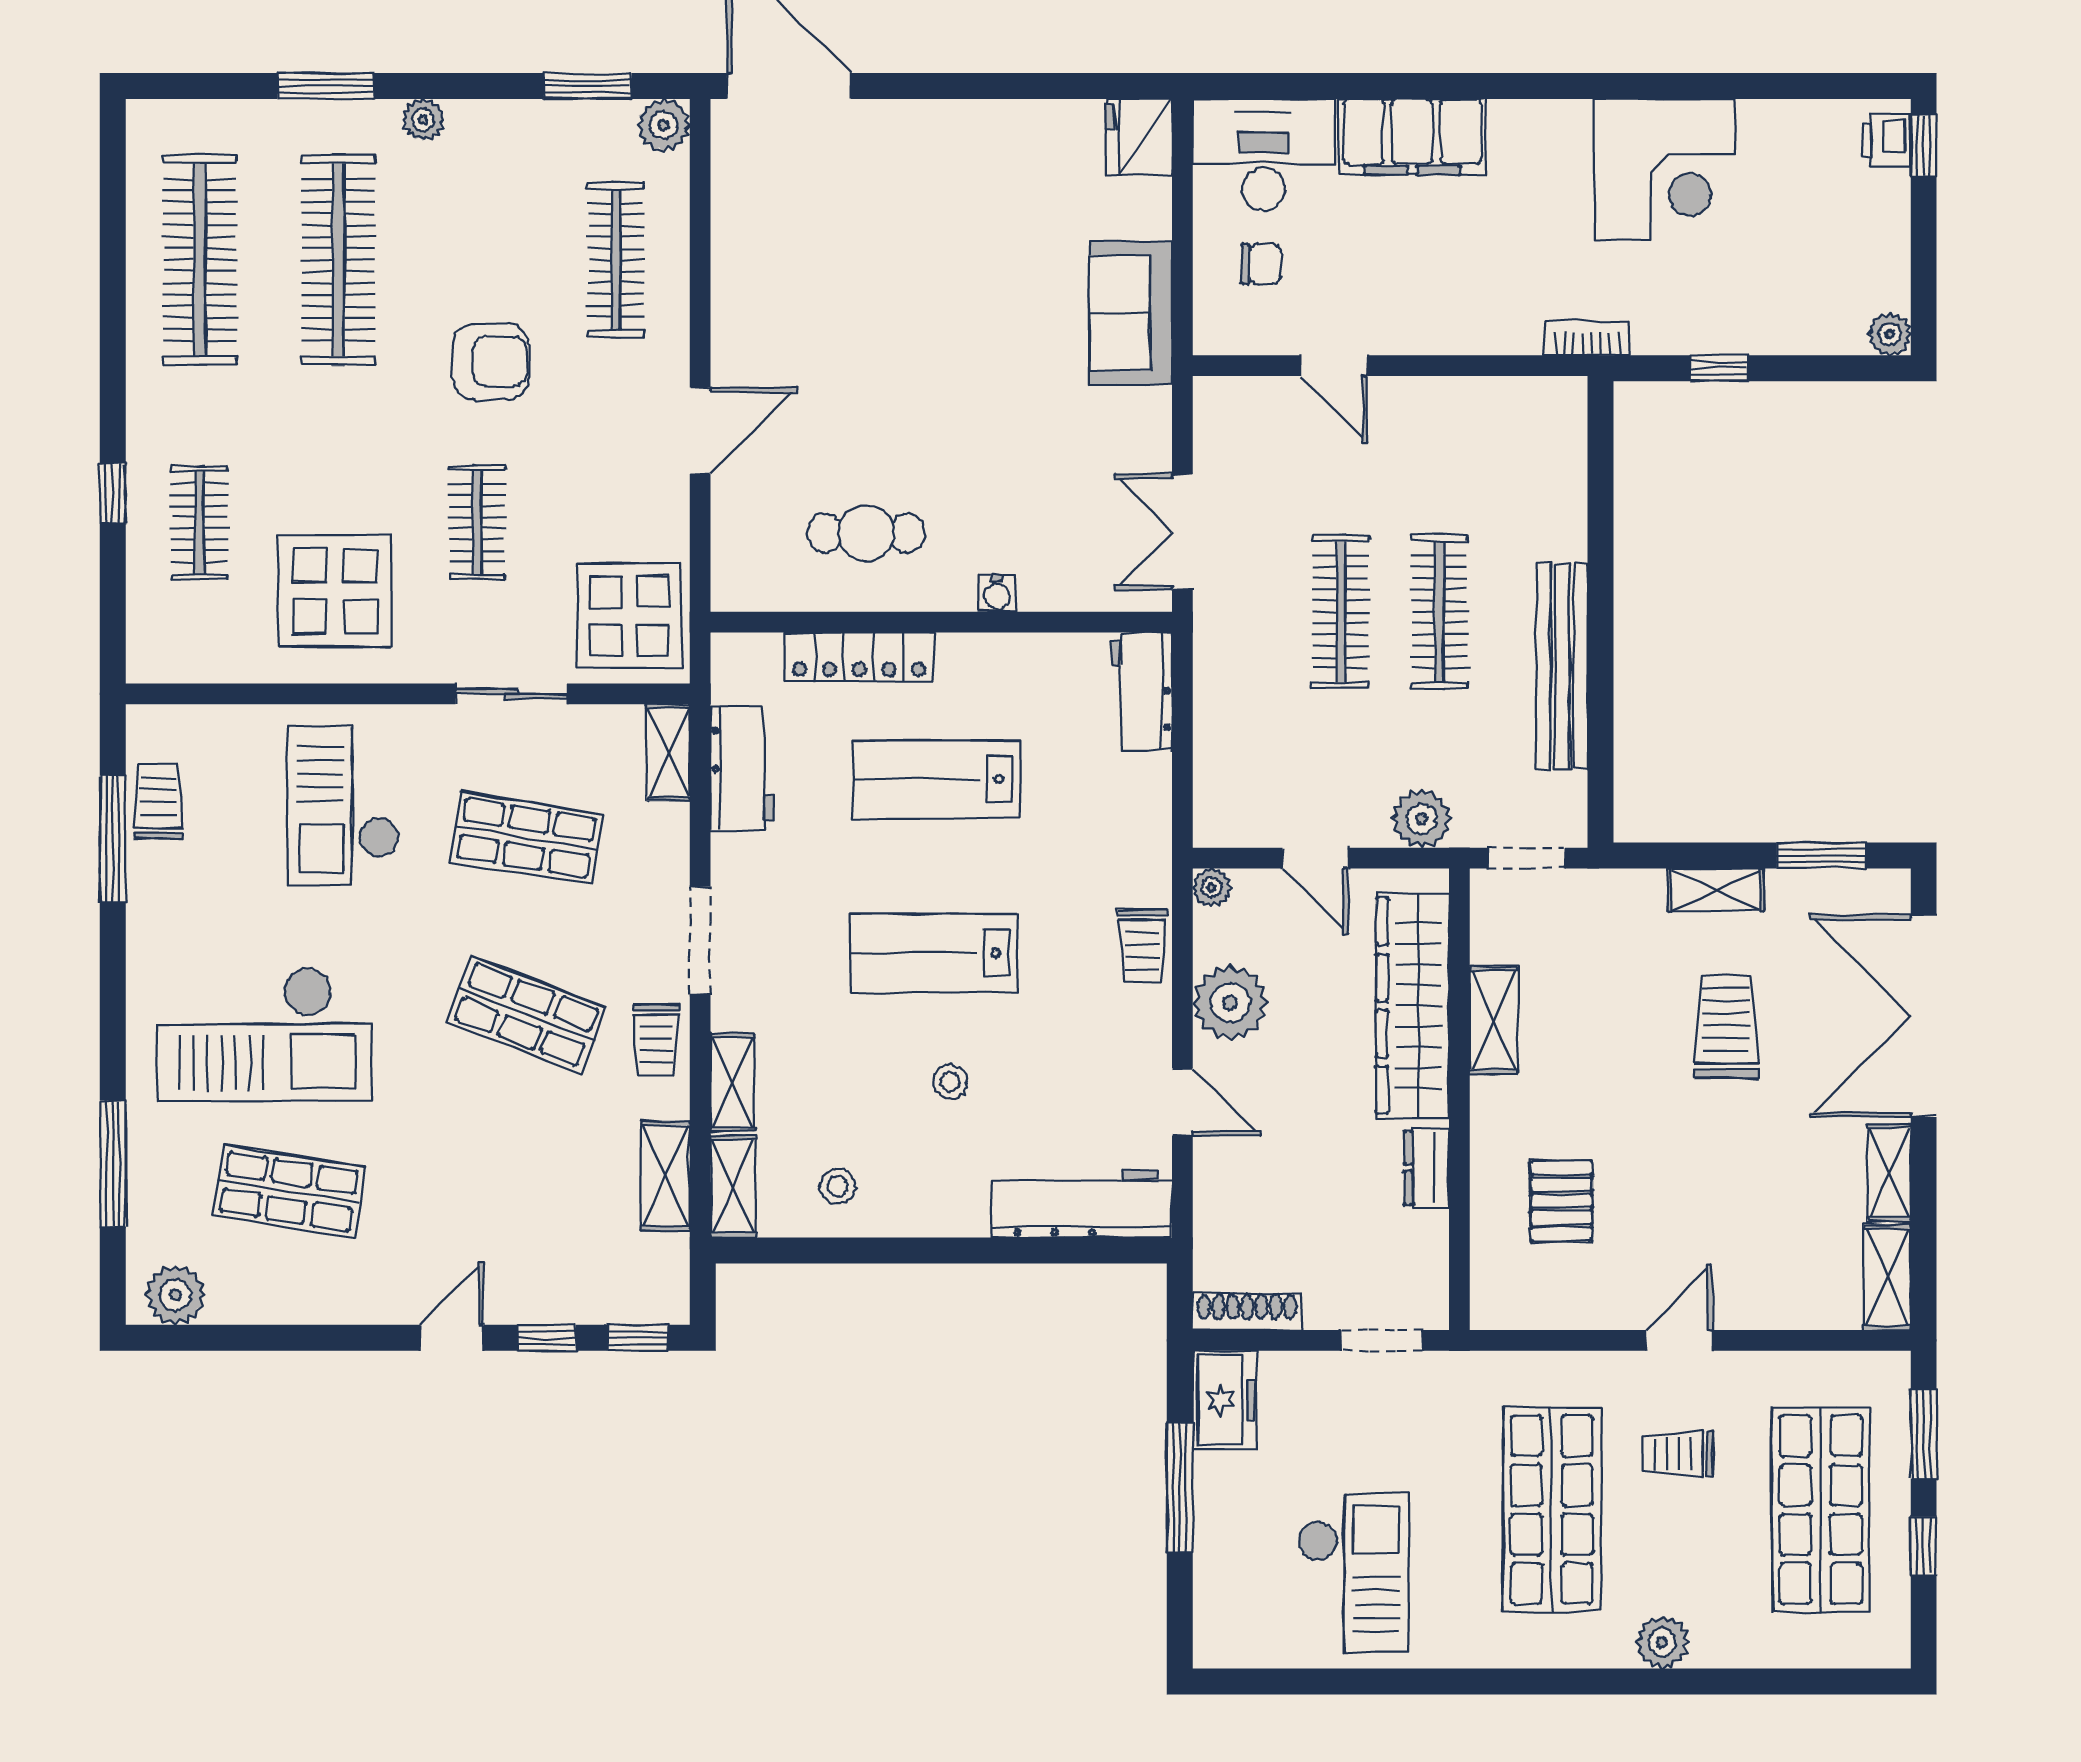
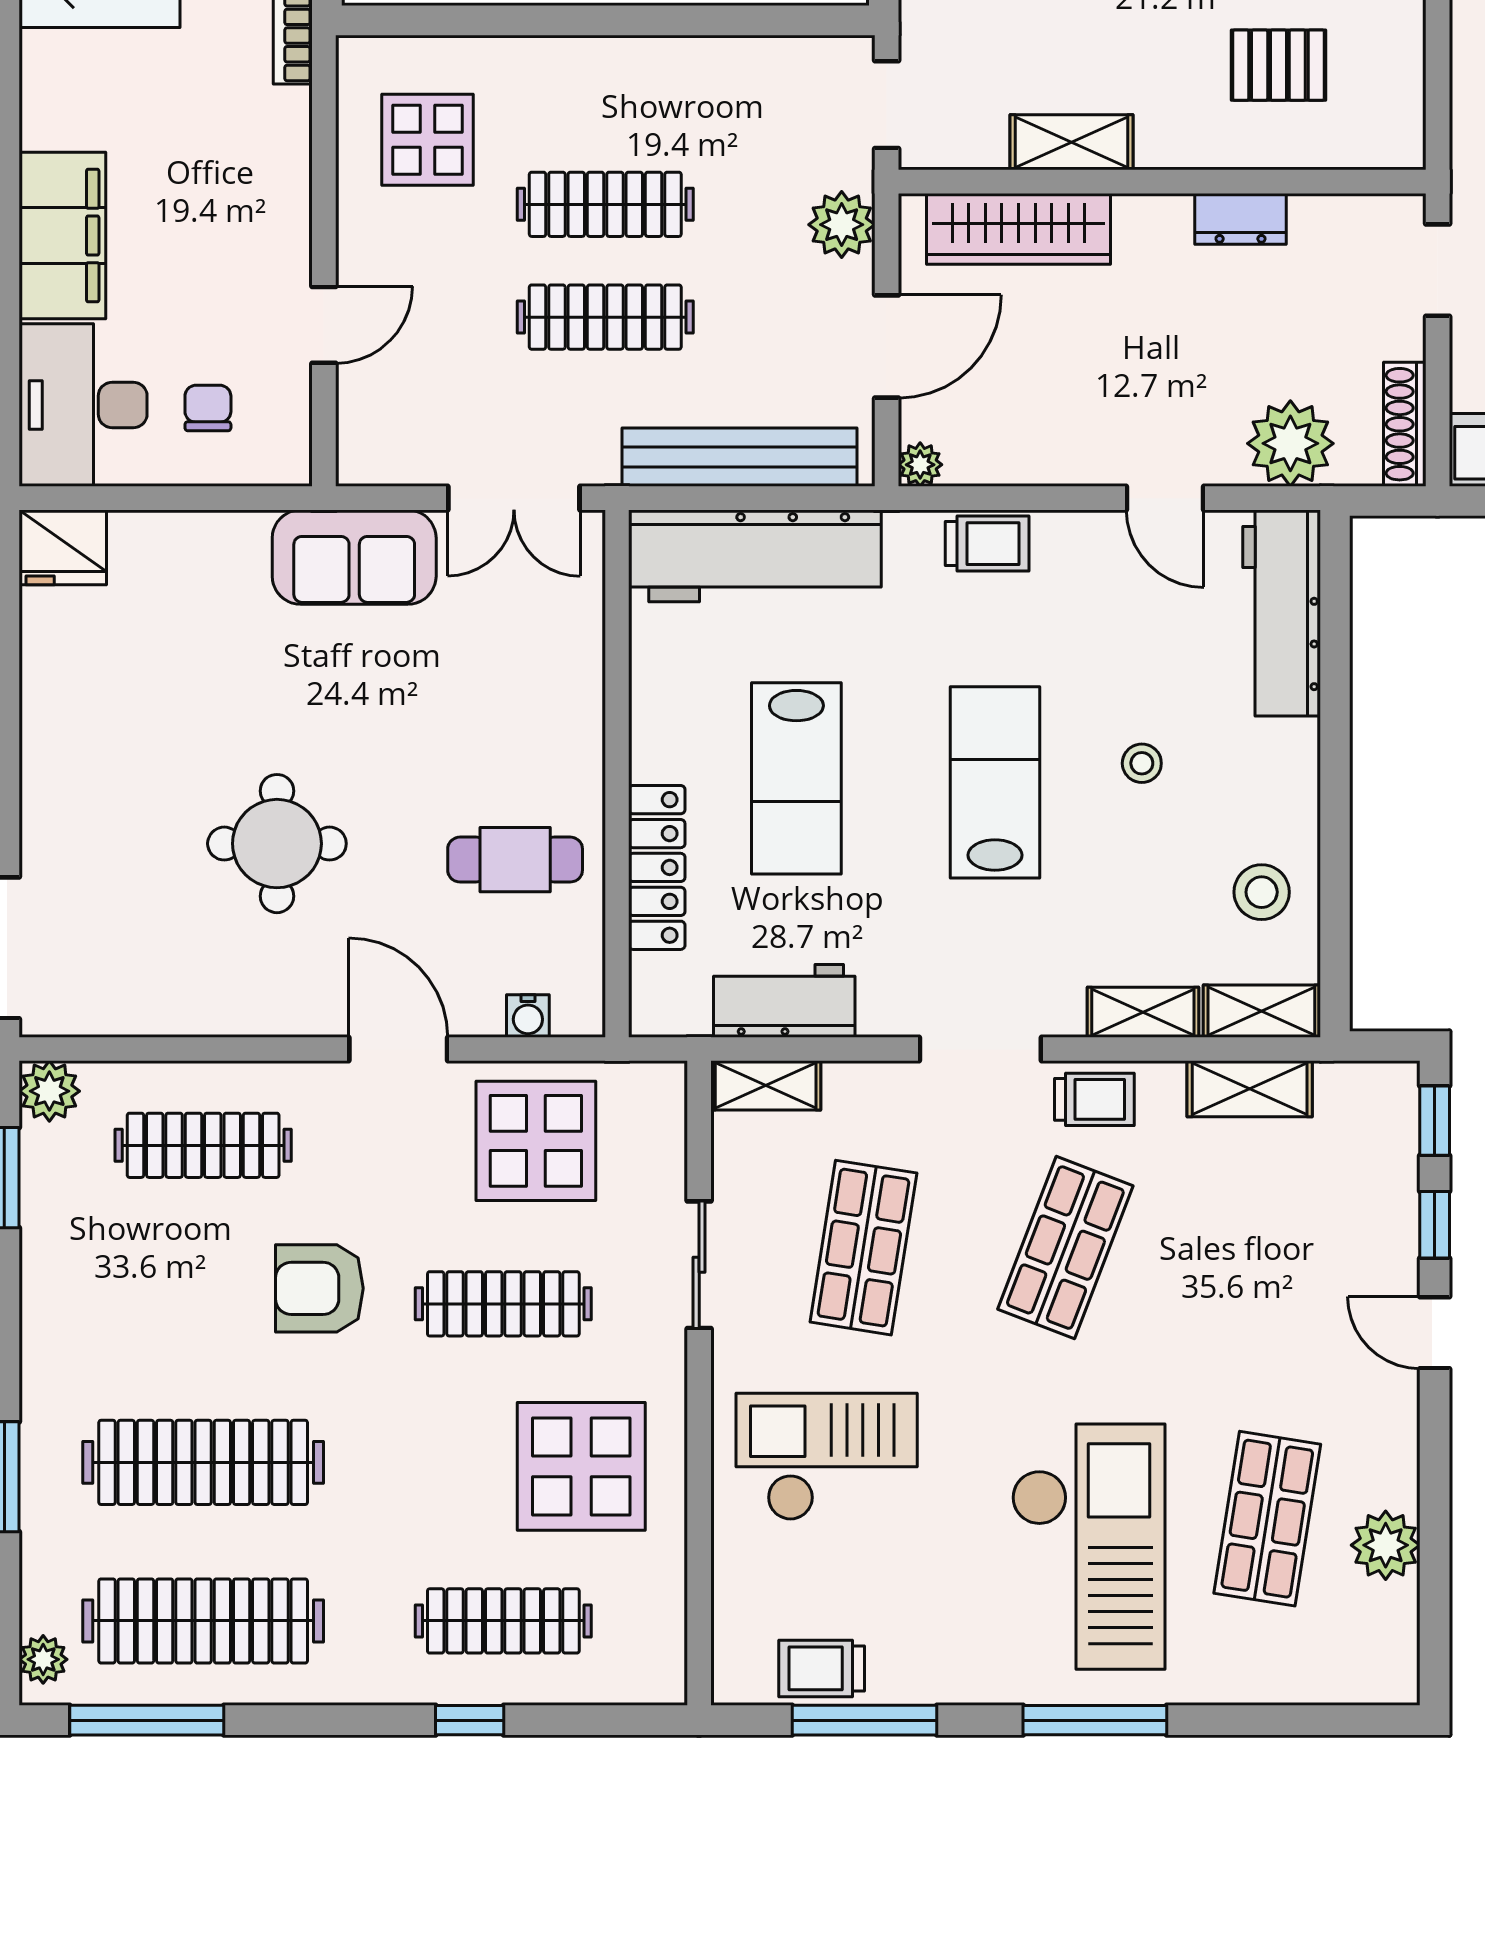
plant: (423, 120) -> (43, 1659), moved
window: (113, 211) -> (147, 1720), added
sofa: (1131, 313) -> (354, 557), moved
round table: (880, 325) -> (277, 844), added
armchair: (491, 362) -> (319, 1288), turned -90
display table: (1496, 456) -> (427, 140), added
clothes rail: (200, 523) -> (503, 1621), width x1.36
clothes rail: (477, 523) -> (503, 1304), width x1.36
cafe table: (866, 533) -> (515, 860), turned 90
water cooler: (997, 593) -> (528, 1016), moved, turned 90
display table: (629, 616) -> (536, 1141), moved
bench: (1562, 667) -> (739, 457), moved
workbench: (1142, 691) -> (755, 556), width x1.88, depth x1.32
checkout: (343, 806) -> (827, 1457), turned 180
door: (1315, 858) -> (887, 346), width x1.38
lab bench: (934, 953) -> (995, 782), turned 180
plant: (1230, 1003) -> (1290, 443), moved
wardrobe: (1413, 1006) -> (1019, 229), width x0.71, depth x0.85
door: (1182, 1102) -> (1165, 498), swing flipped
window: (113, 1164) -> (1095, 1720), moved
stool: (837, 1186) -> (1262, 892), width x1.37, depth x1.37
plant: (175, 1295) -> (1386, 1545), moved

